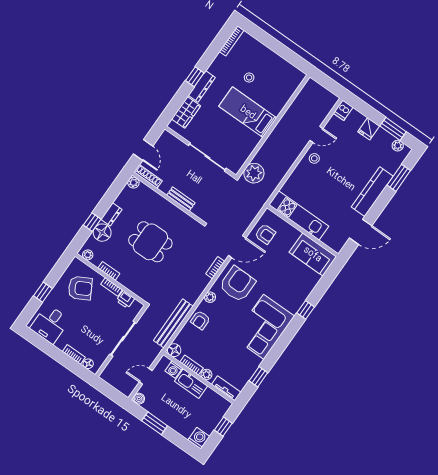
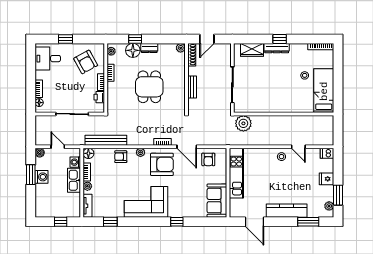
bed: (248, 112) -> (324, 91), moved
washing machine: (199, 438) -> (42, 177), moved

